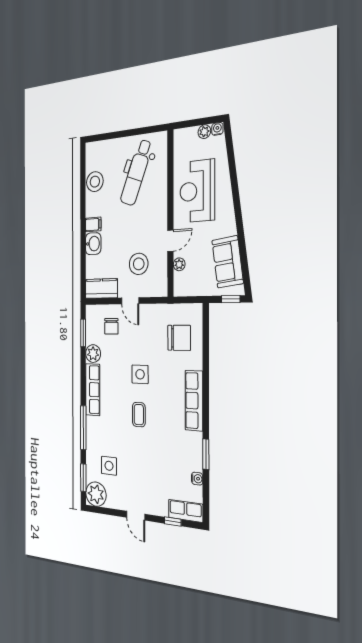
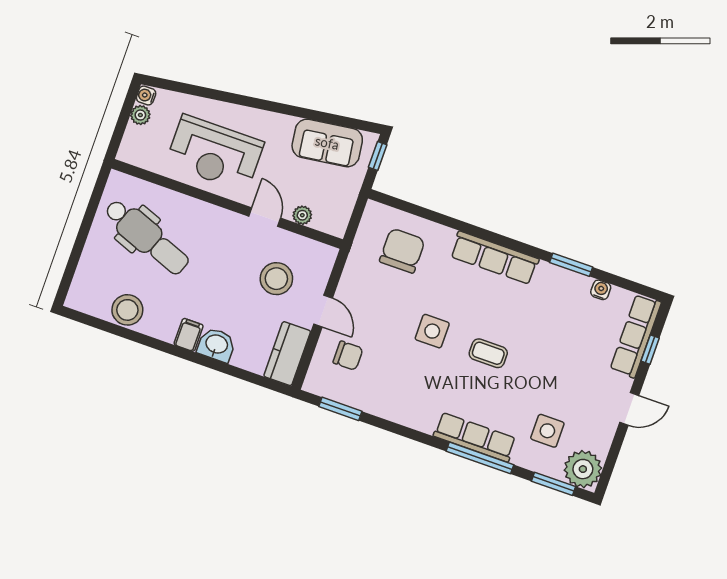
door: (130, 301) -> (323, 311), hinge flipped
plant: (93, 354) -> (377, 402), removed
row of seats: (93, 390) -> (475, 437), moved
row of seats: (186, 511) -> (636, 336), width x1.48

